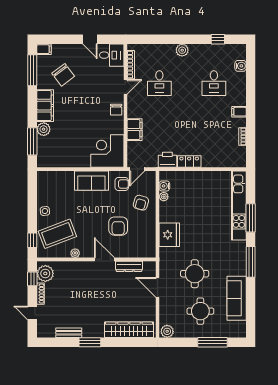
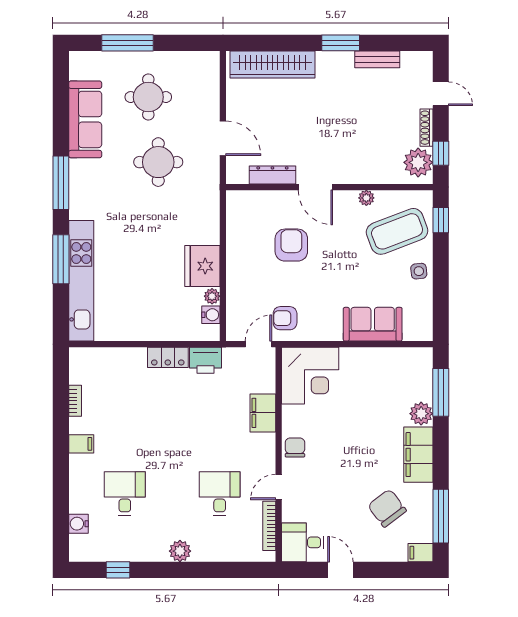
sofa: (91, 181) -> (373, 324), moved
armchair: (141, 203) -> (252, 286), removed
fridge: (169, 235) -> (202, 266), moved
plant: (167, 331) -> (206, 62), removed

